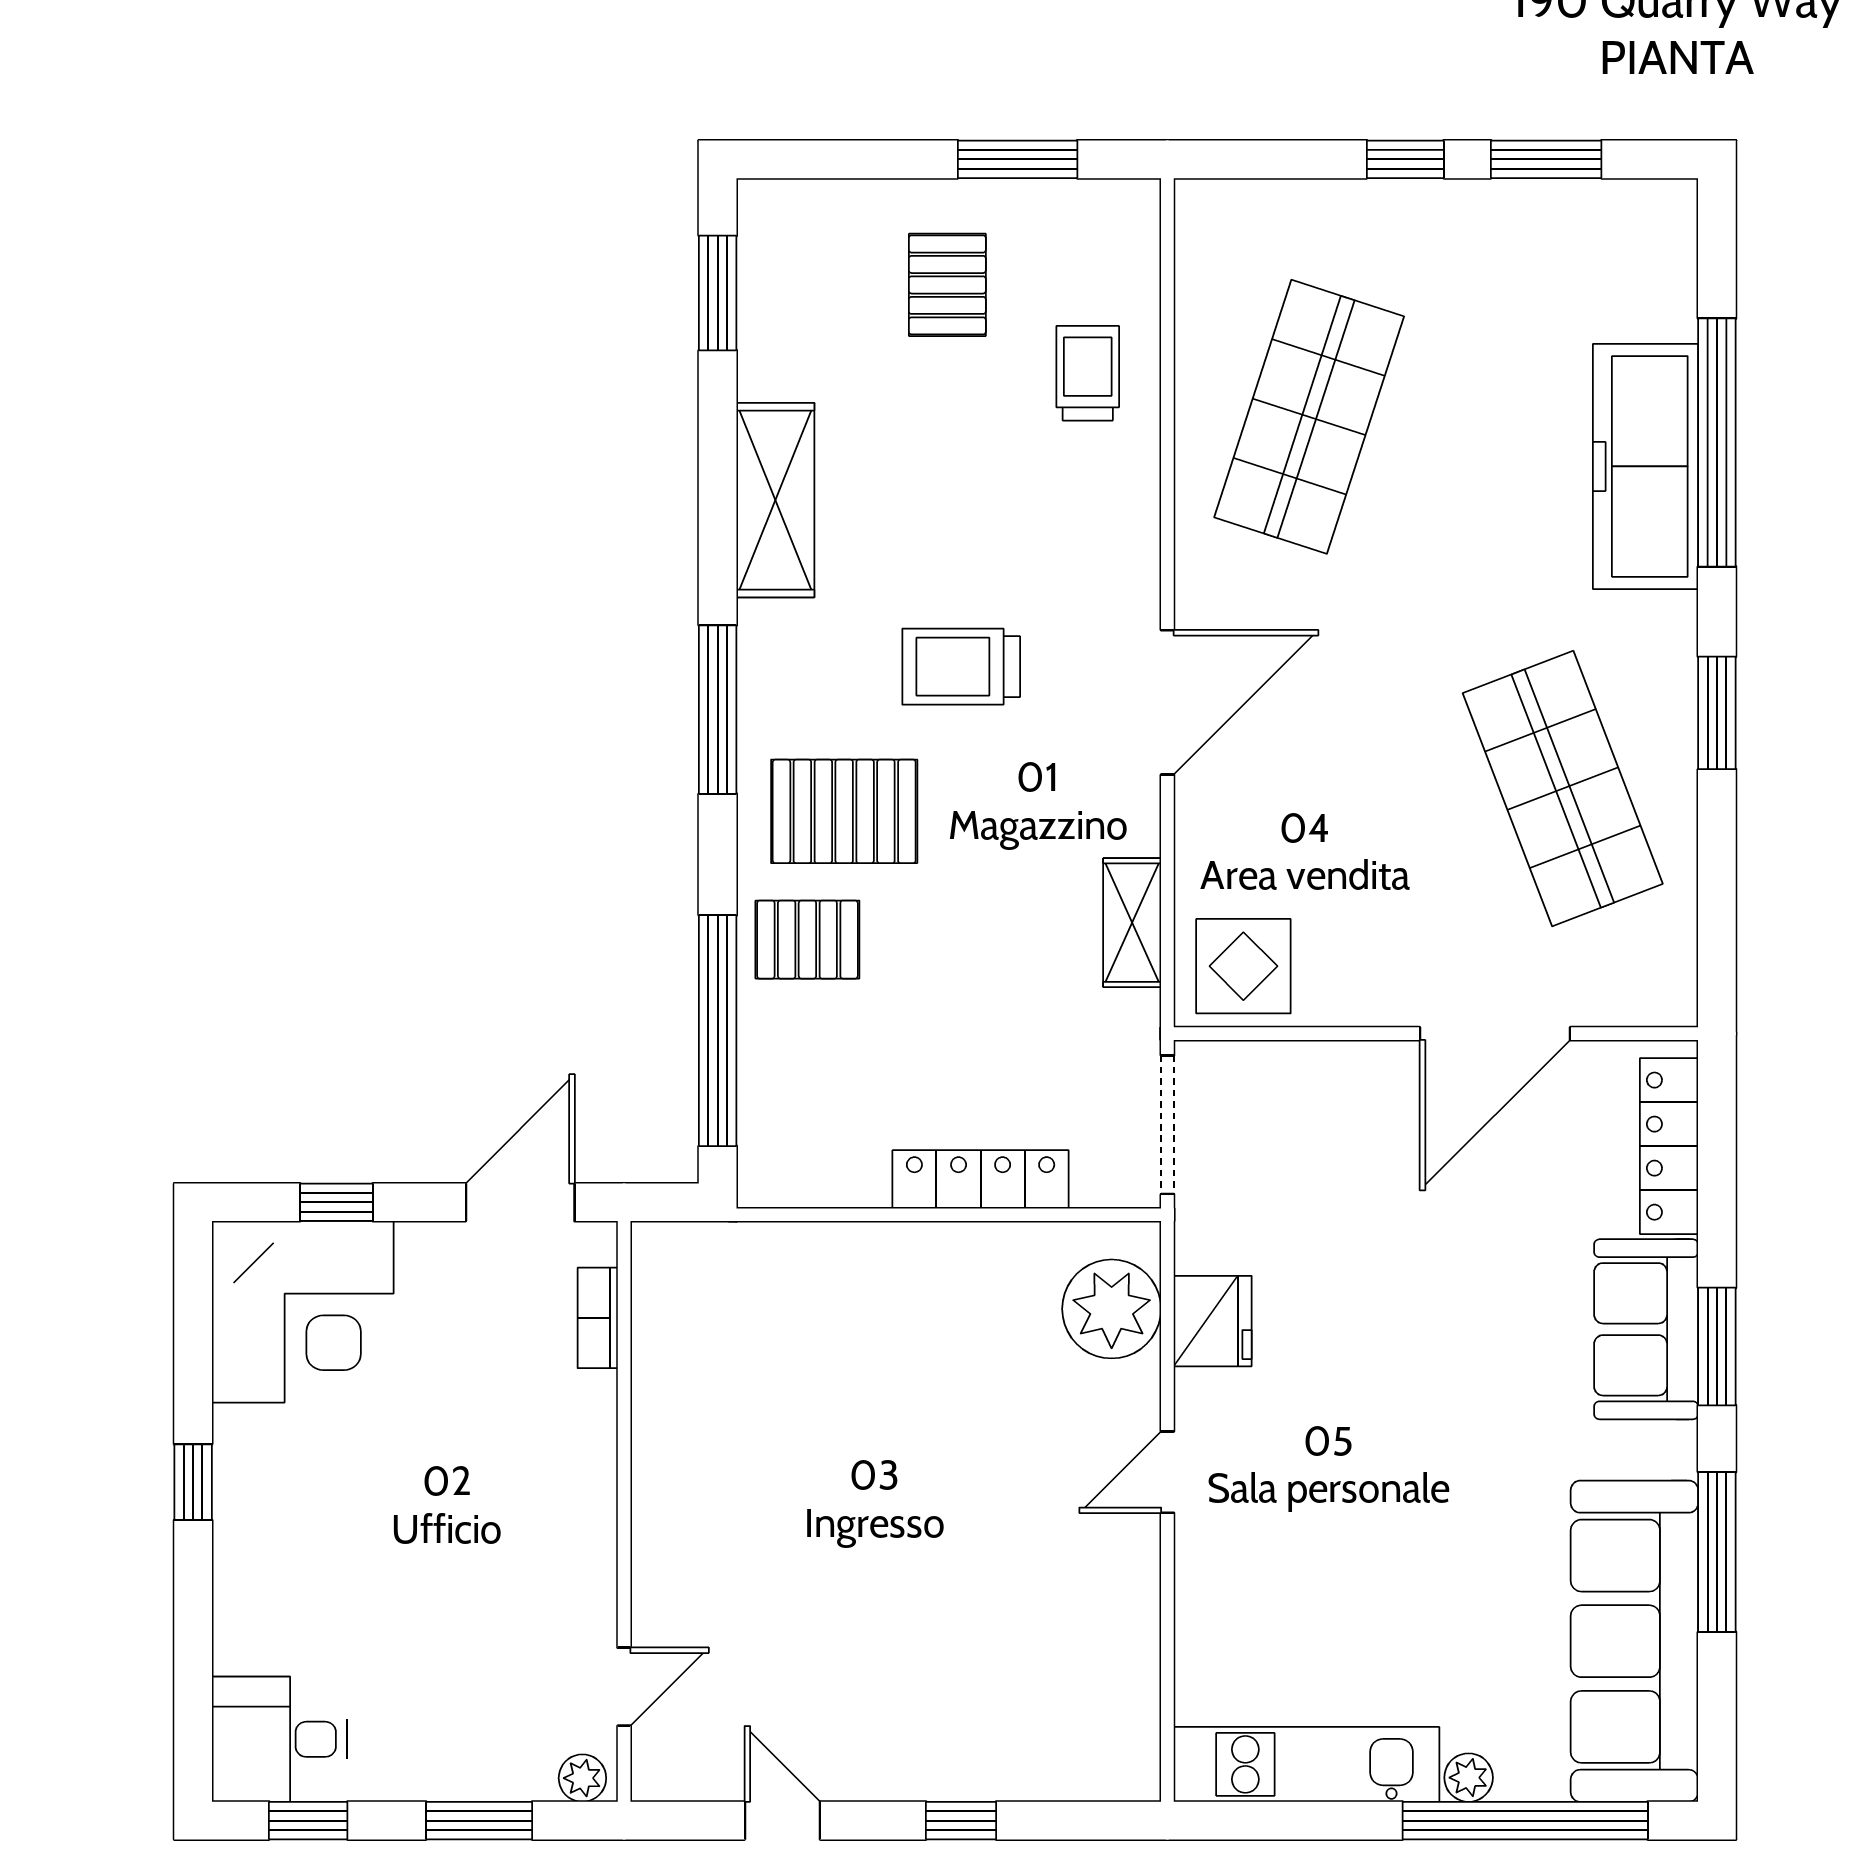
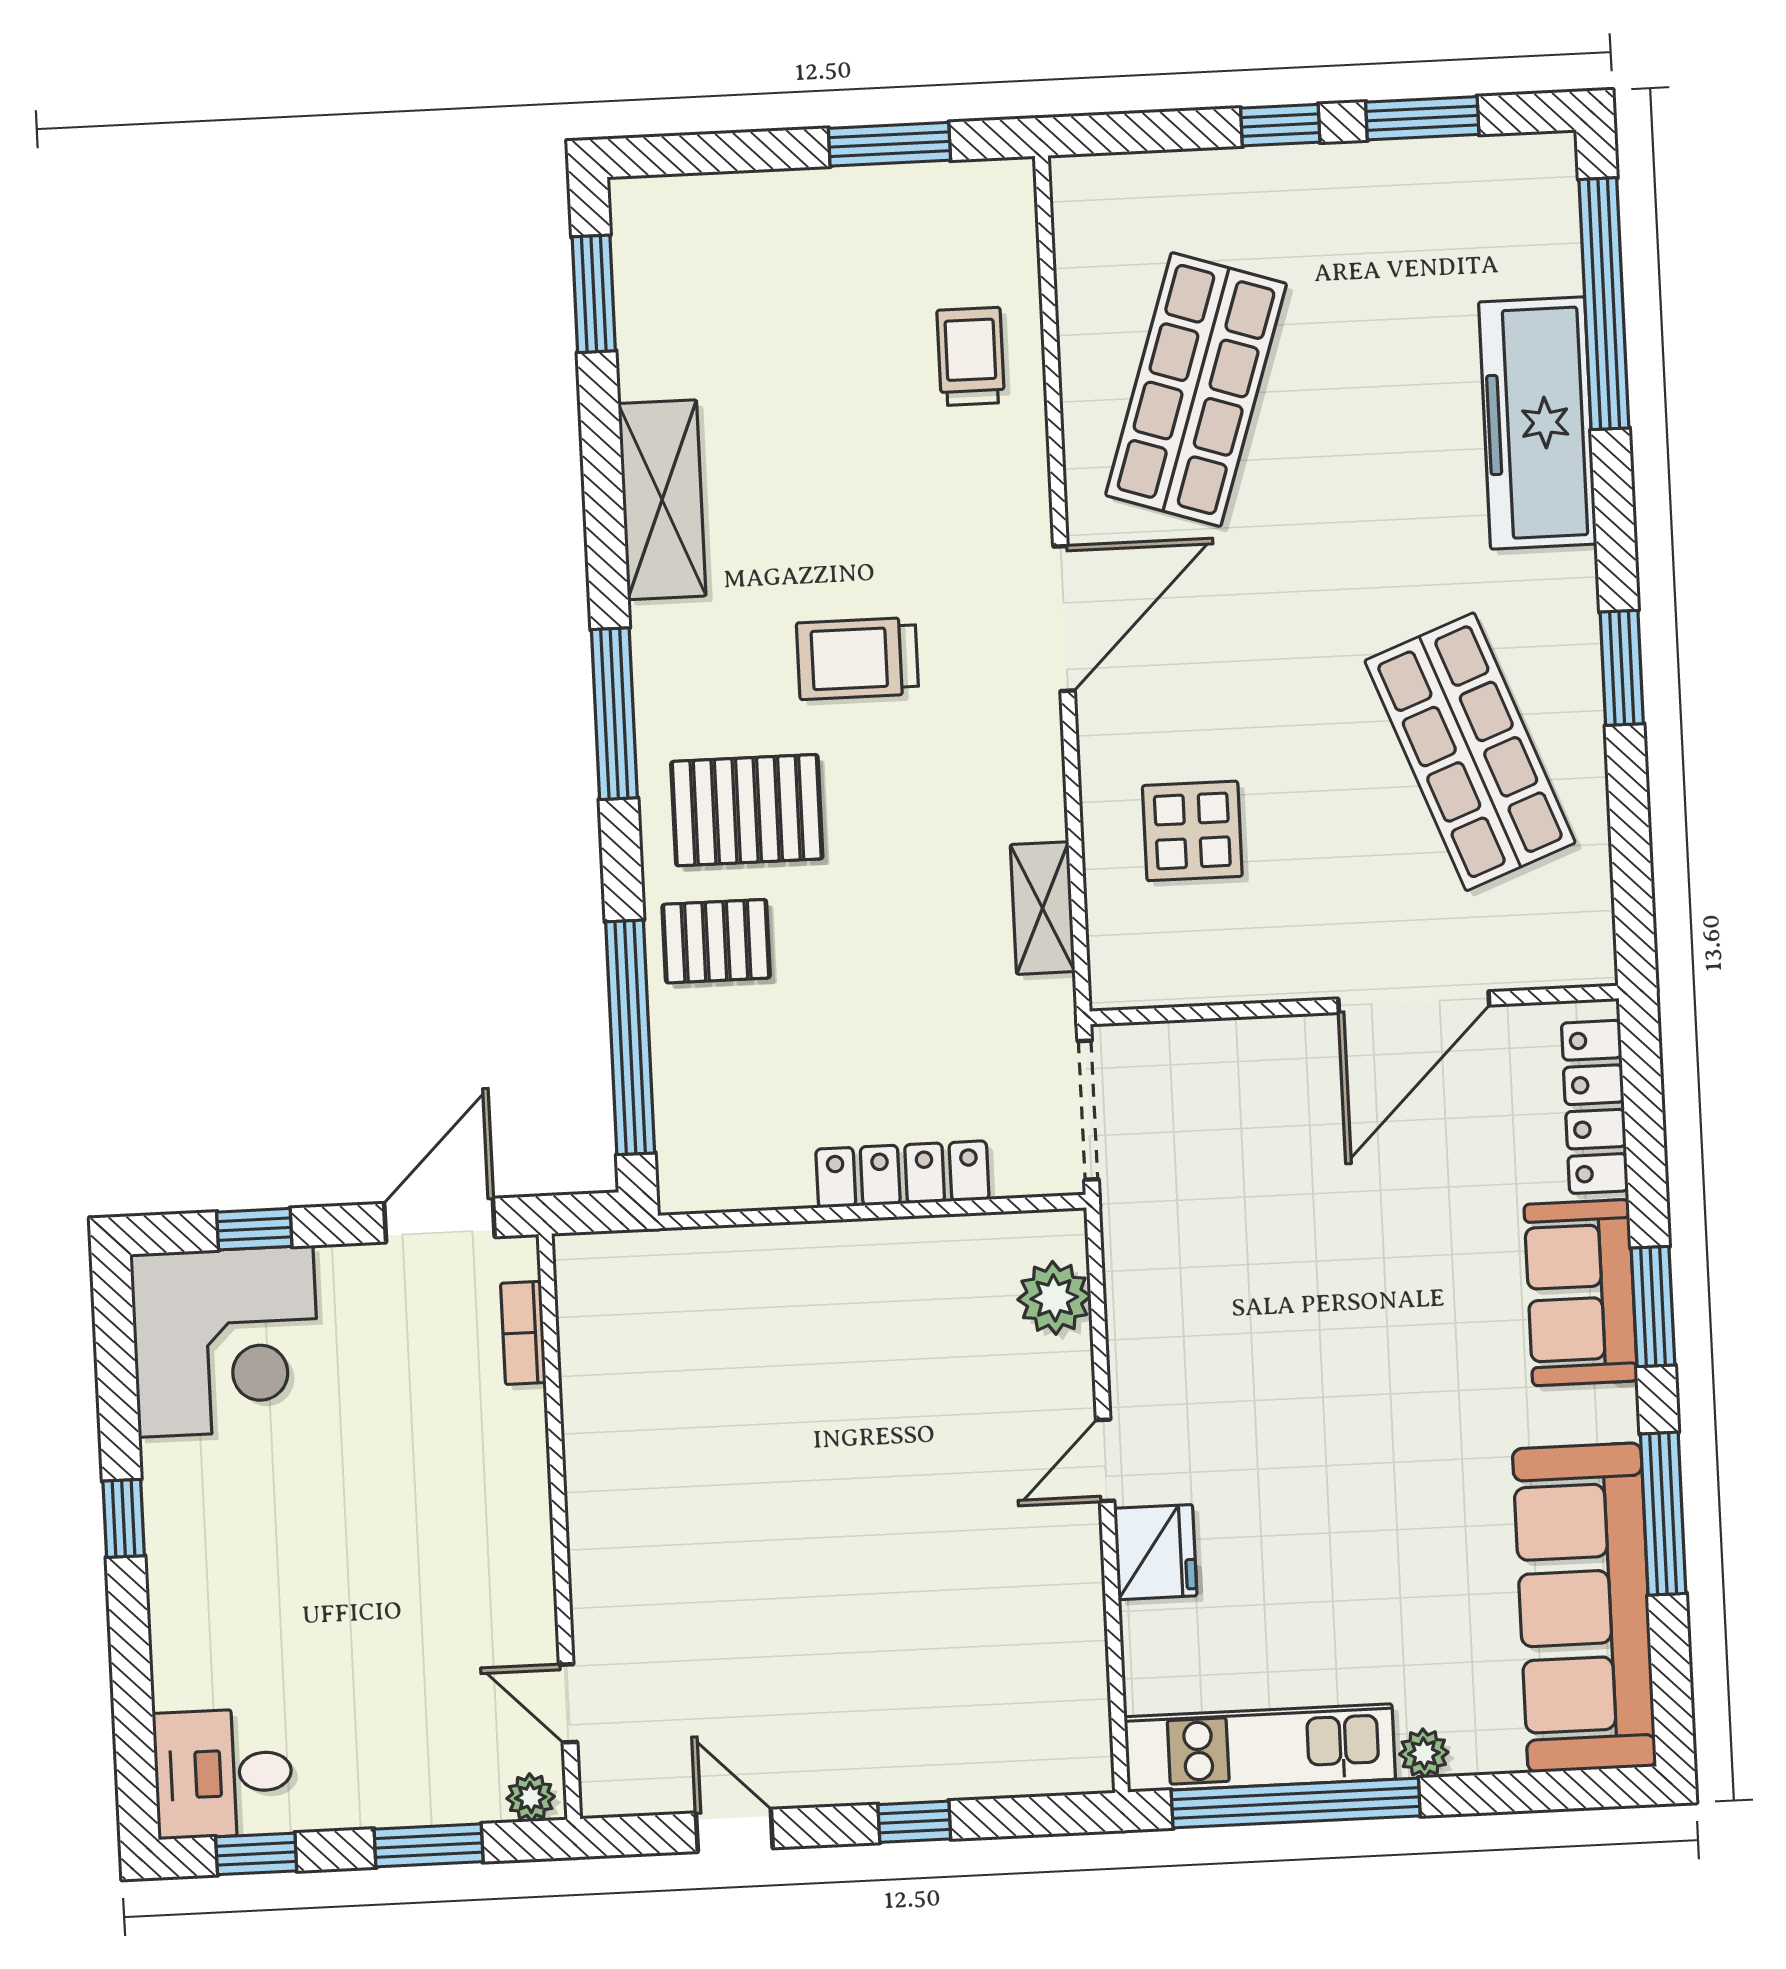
pallet: (947, 285) -> (825, 274), removed
window: (1717, 442) -> (1604, 304), moved
door: (1167, 702) -> (1064, 619), moved
display table: (1243, 966) -> (1192, 831), moved
plant: (1112, 1309) -> (1054, 1298), width x0.73, depth x0.73
fridge: (1213, 1321) -> (1155, 1552), moved
door: (624, 1687) -> (568, 1703), swing flipped
window: (1525, 1821) -> (1296, 1803), moved

